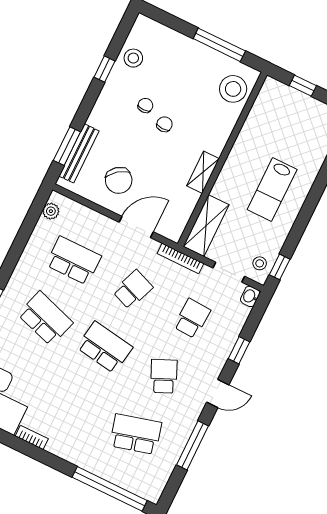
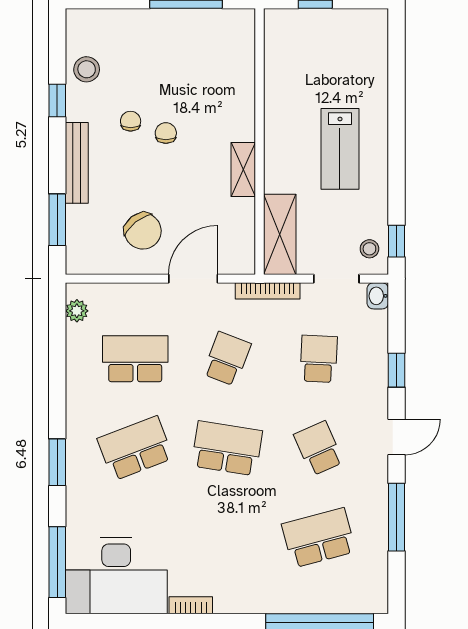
stool: (233, 89) -> (230, 47), removed
bench: (79, 153) -> (77, 163), moved
school desk: (45, 318) -> (135, 448), turned -39

